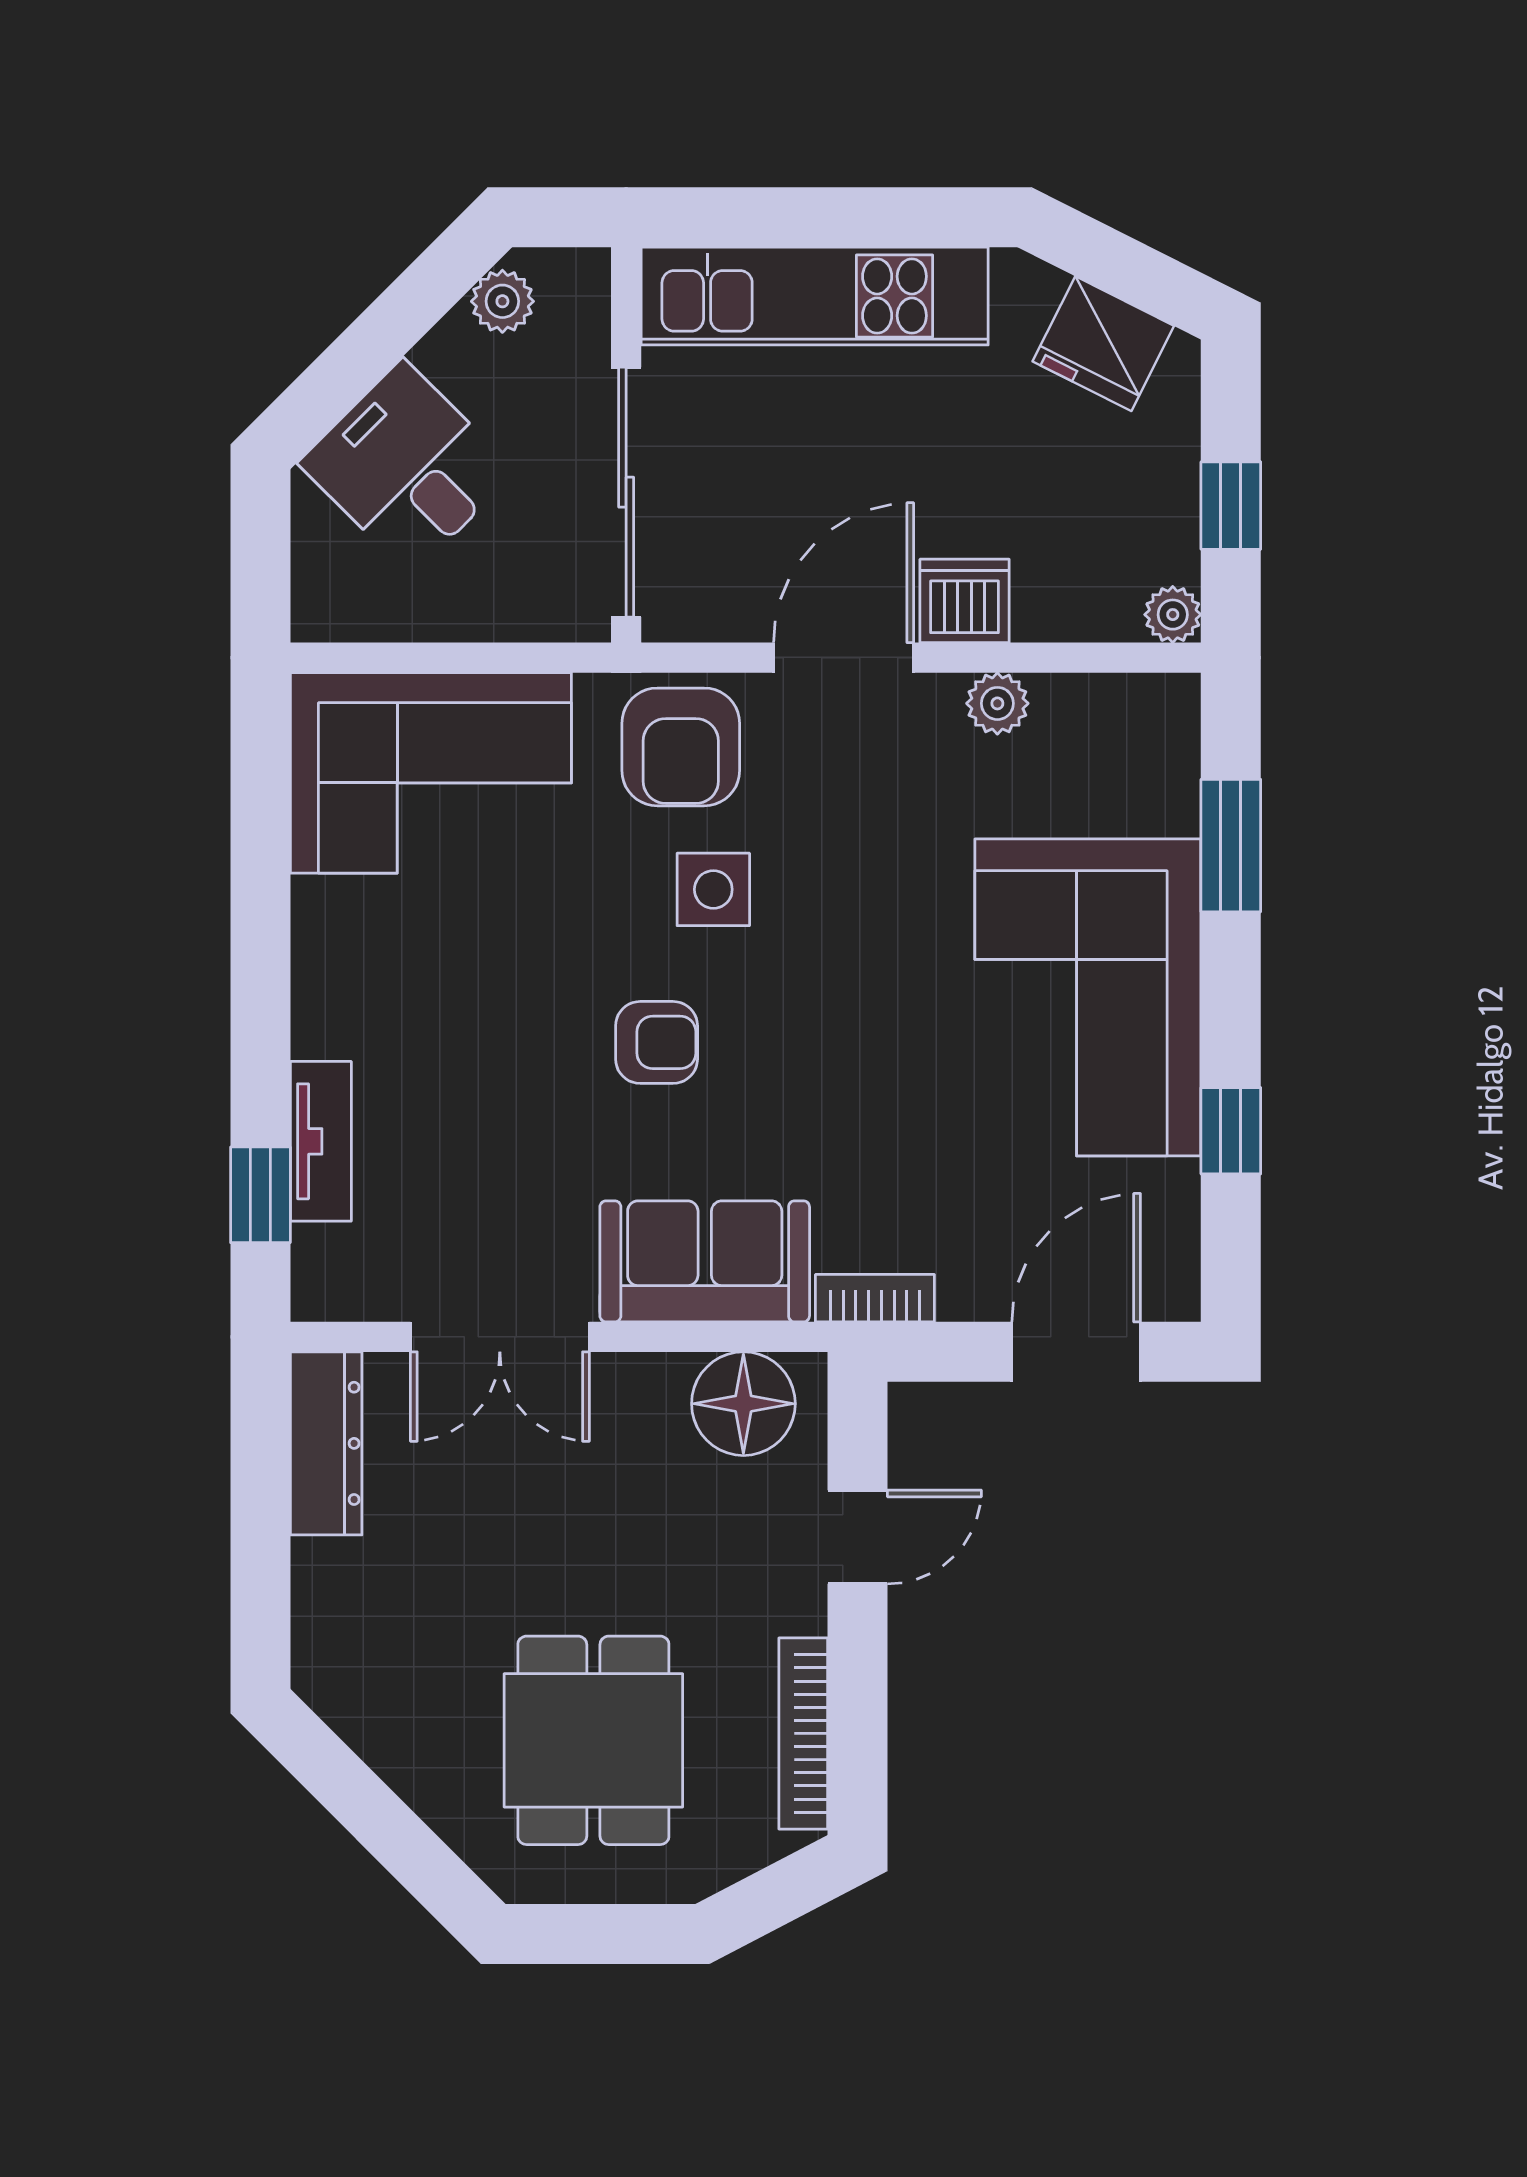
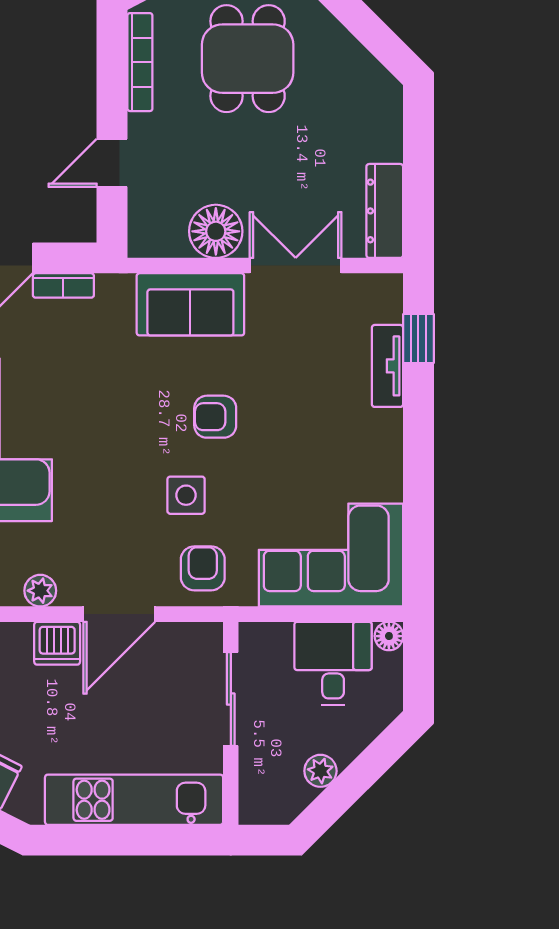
plant: (502, 301) -> (320, 771), moved
desk: (407, 467) -> (333, 663), moved, turned -135
sliding door: (626, 492) -> (231, 699), width x0.73
floor lamp: (318, 615) -> (389, 636), added
armchair: (681, 747) -> (203, 568), width x0.72, depth x0.72
bookcase: (875, 1298) -> (63, 285), moved
floor lamp: (743, 1404) -> (216, 231), moved

